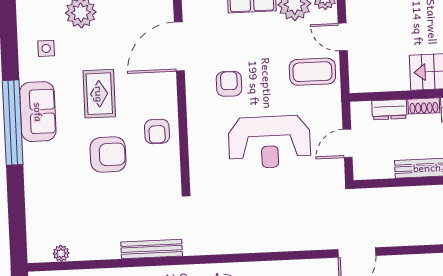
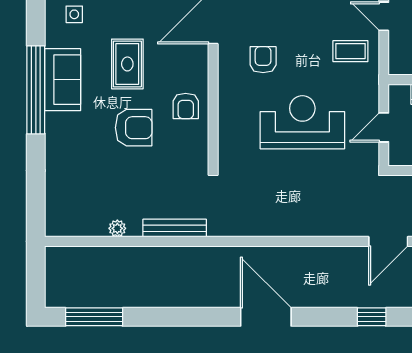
coffee table: (312, 72) -> (350, 51), width x0.73, depth x0.77
reception desk: (269, 142) -> (302, 122), turned 180
plant: (61, 253) -> (117, 228), moved

